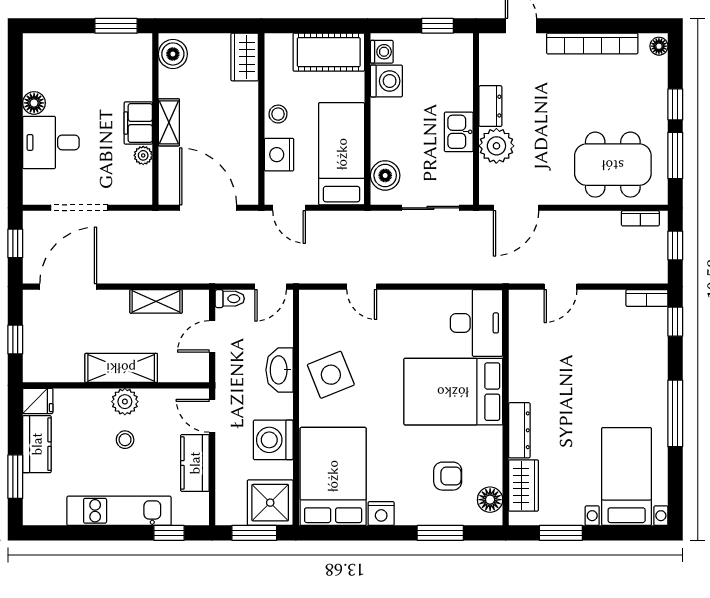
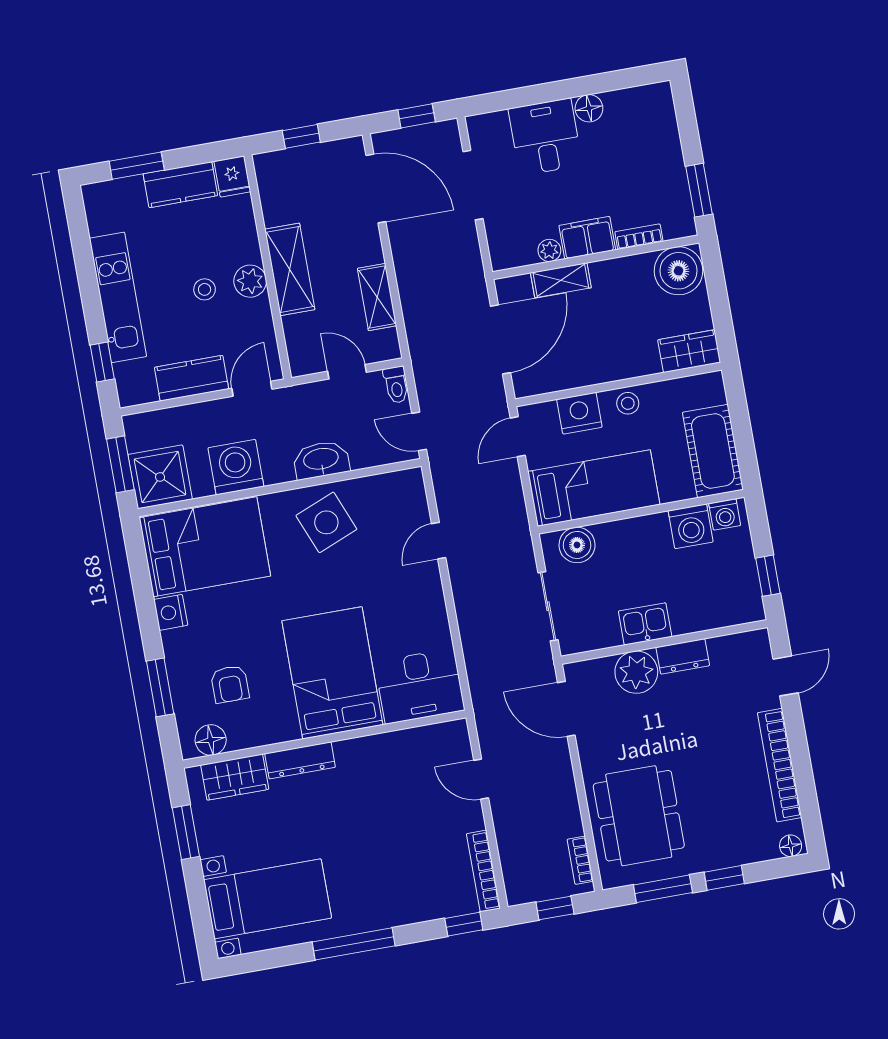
boiler: (173, 54) -> (679, 271), width x1.37, depth x1.37
bookcase: (145, 81) -> (639, 237), added
shelving: (169, 122) -> (561, 280), moved
bookcase: (647, 298) -> (483, 871), width x1.56

